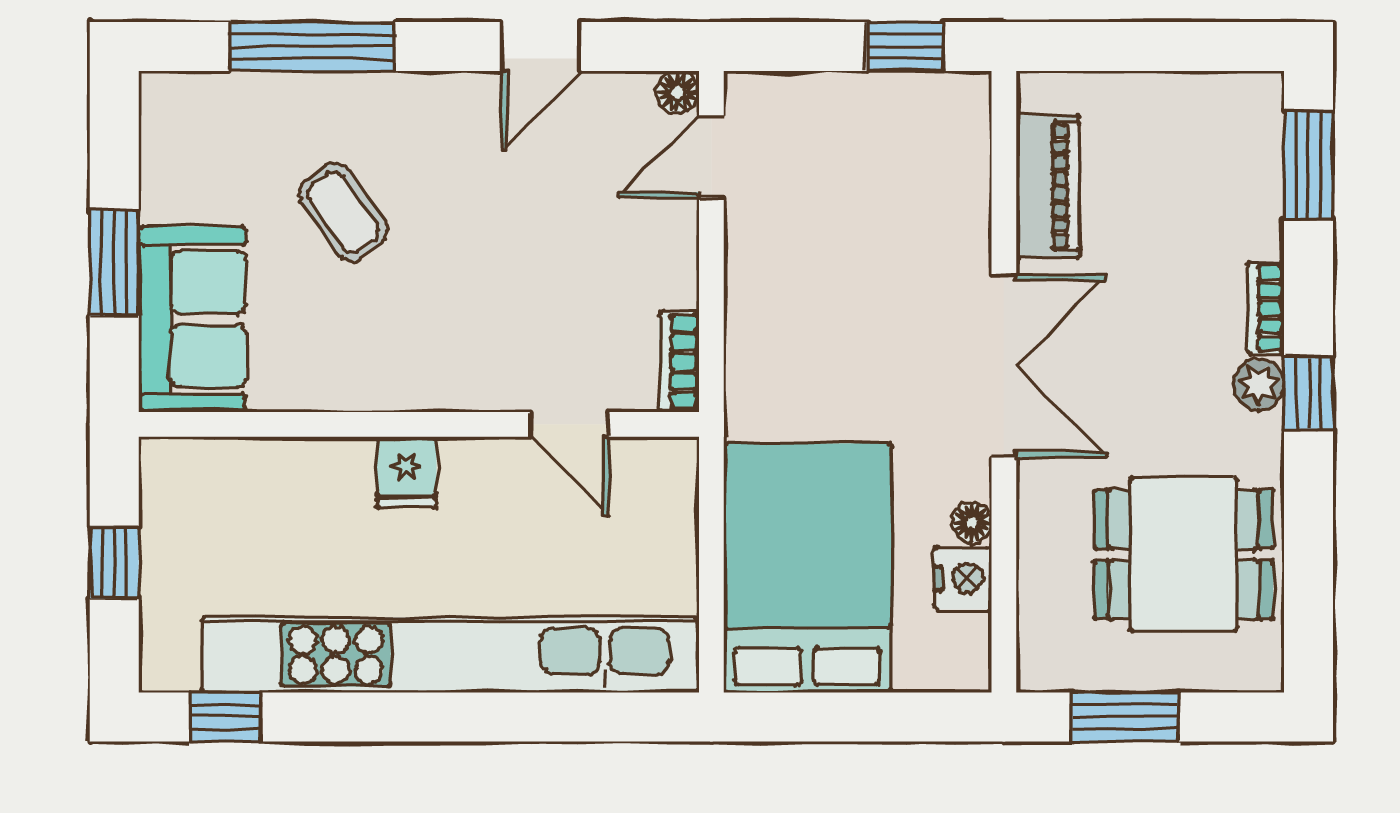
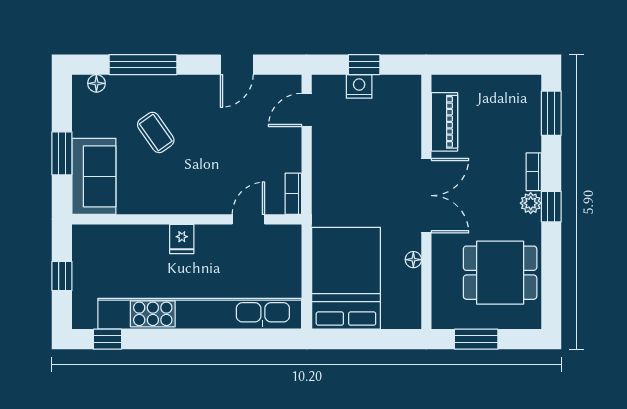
window: (905, 47) -> (364, 65), moved
floor lamp: (678, 92) -> (96, 83), moved
door: (569, 424) -> (248, 219), swing flipped
nightstand: (963, 578) -> (359, 86), moved, turned -90

